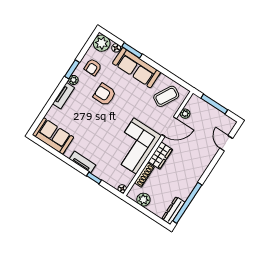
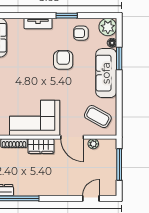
plant: (73, 80) -> (58, 23), removed

